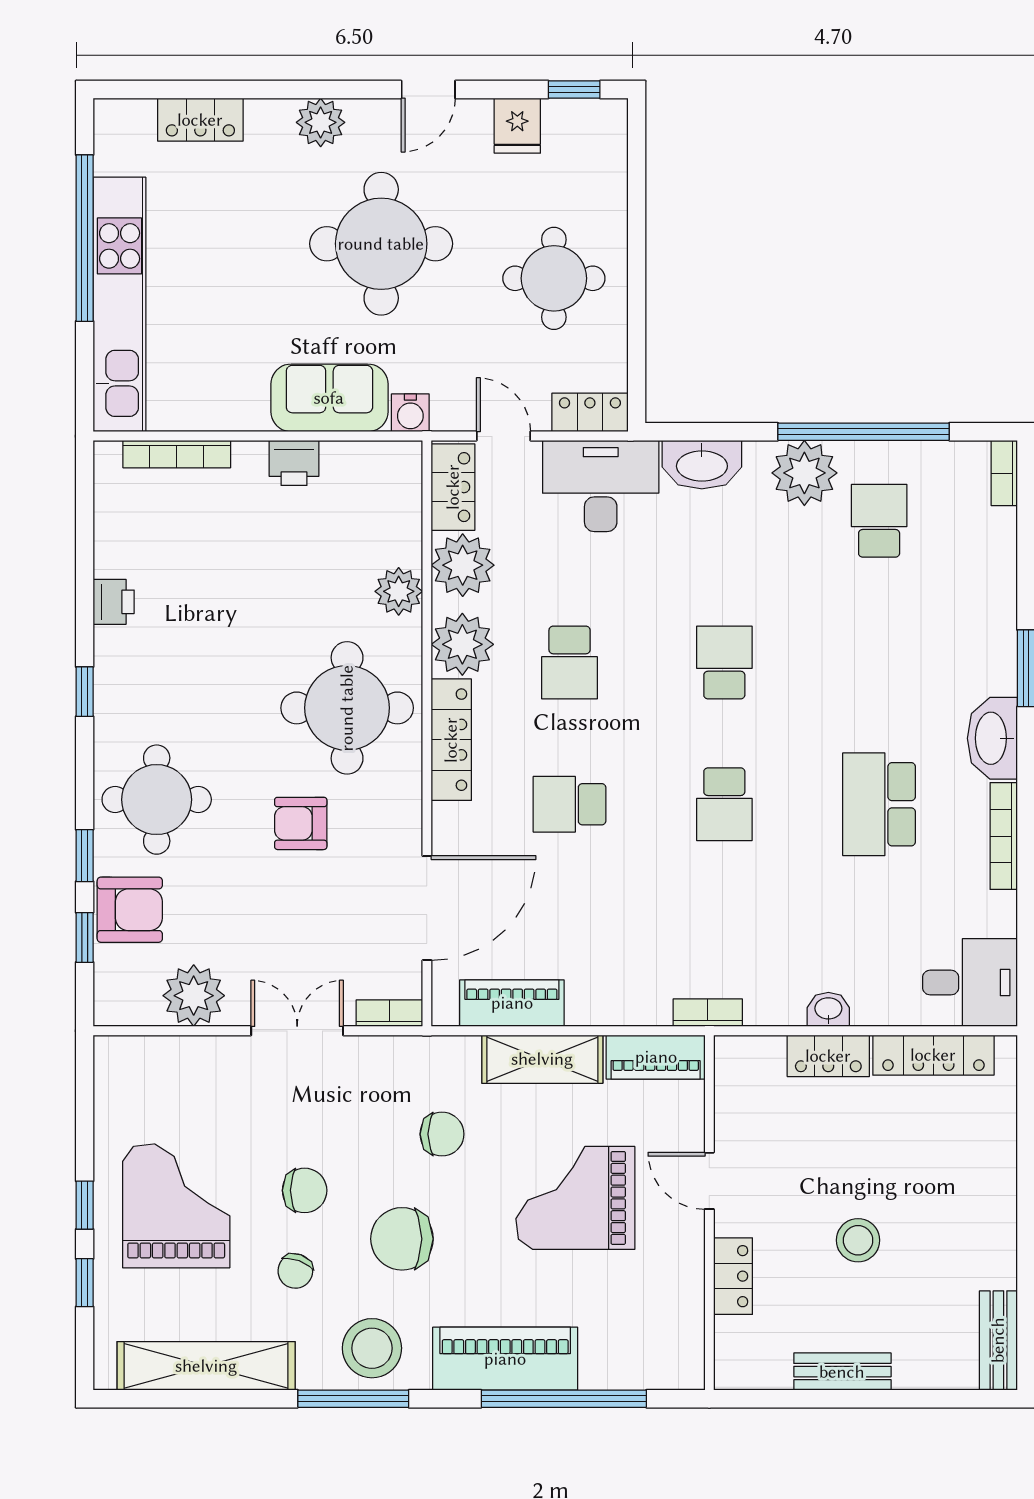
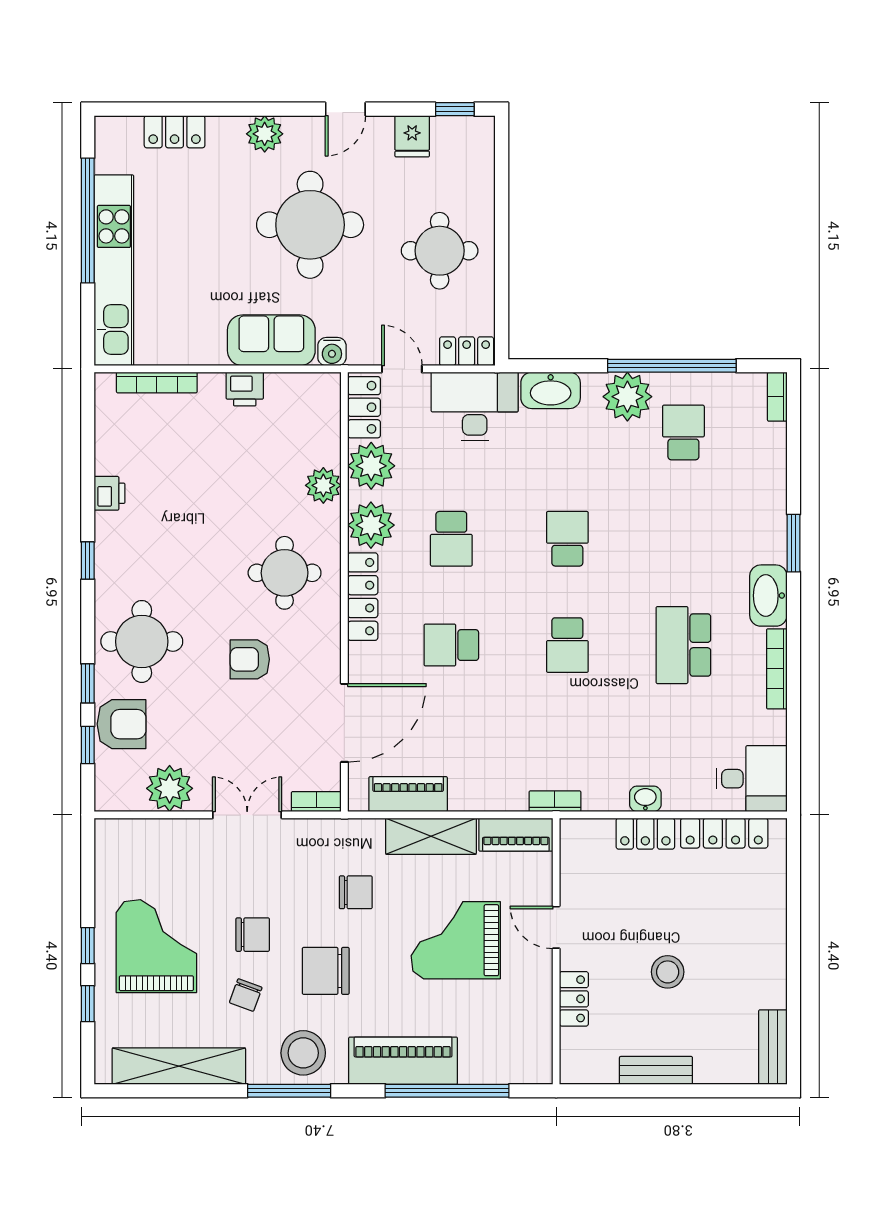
round table: (347, 708) -> (285, 573), width x0.73, depth x0.73

